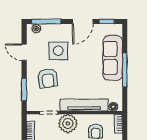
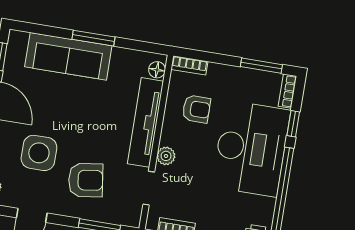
window: (125, 70) -> (93, 38), width x0.69
plant: (68, 124) -> (166, 156), width x0.53, depth x0.53

